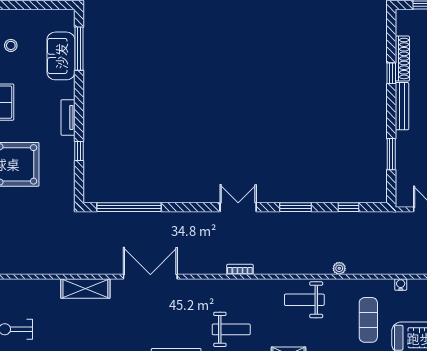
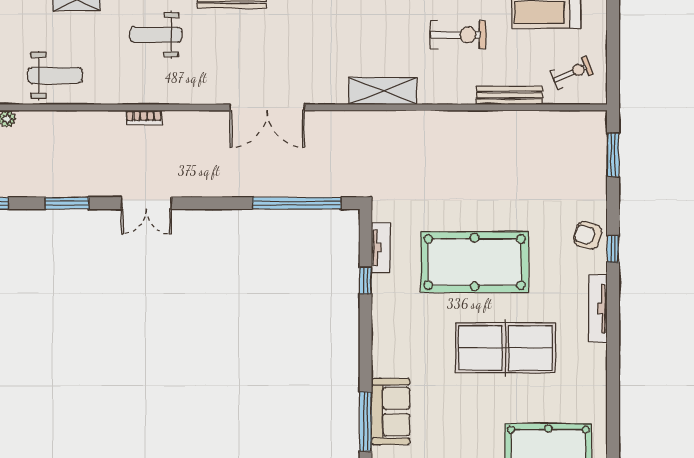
stool: (11, 45) -> (460, 426), removed
tv unit: (68, 117) -> (381, 248), moved
shelving: (85, 288) -> (383, 91), moved

